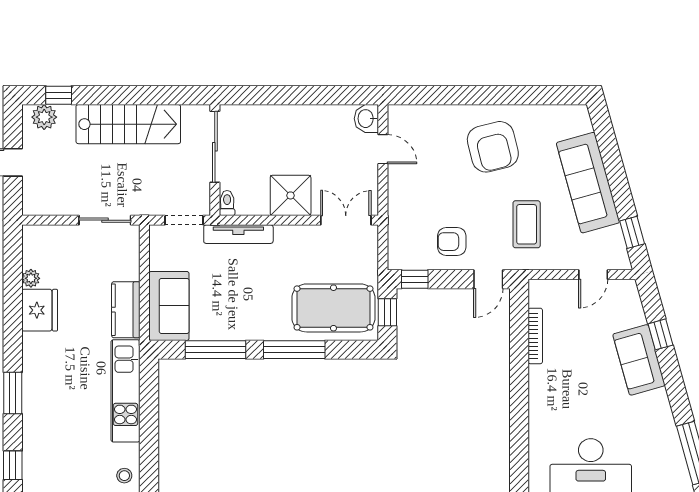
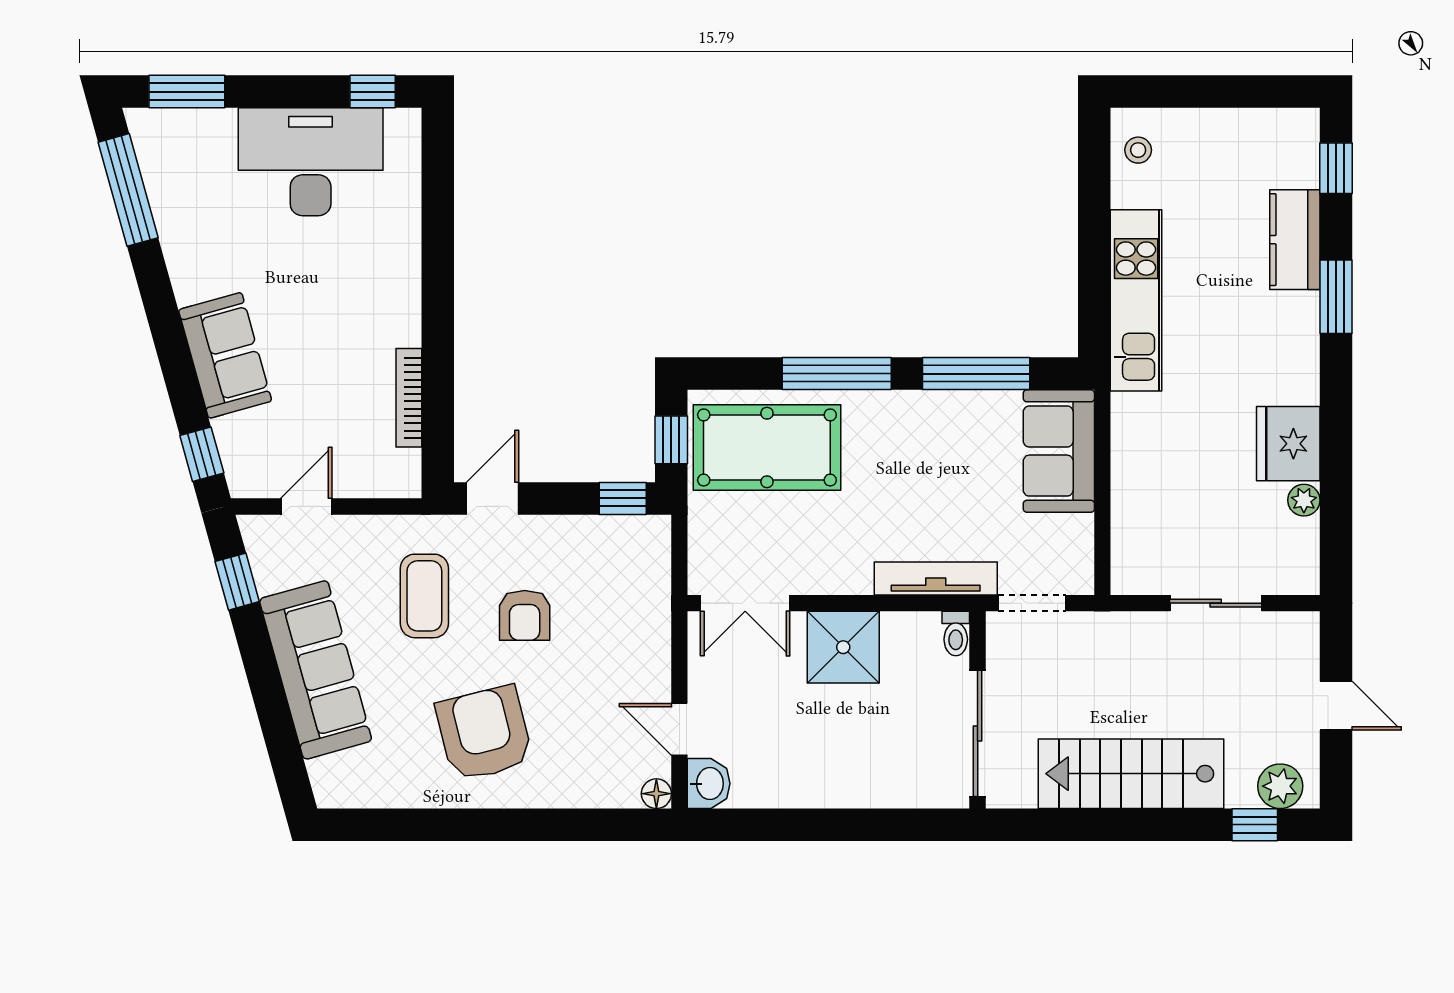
floor lamp: (396, 113) -> (656, 794), added
sliding door: (105, 220) -> (1216, 603), moved
armchair: (452, 242) -> (525, 615), moved, turned 90
kitchen counter: (126, 310) -> (1295, 240), moved, turned 180
window: (660, 334) -> (202, 454), moved

